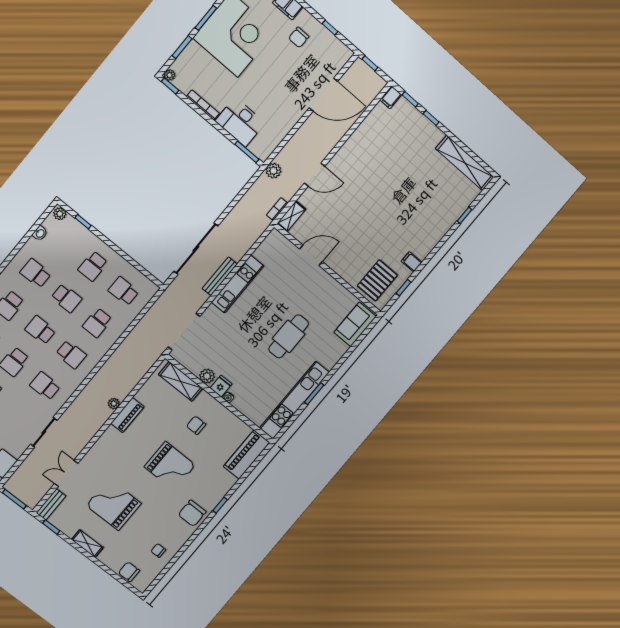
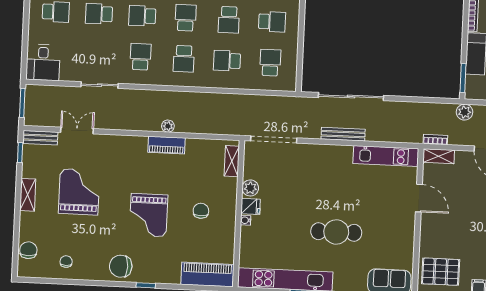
school desk: (93, 266) -> (272, 22), turned 180
kitchen unit: (238, 284) -> (386, 156), moved
shelving: (181, 381) -> (232, 161), width x0.67, depth x0.75

